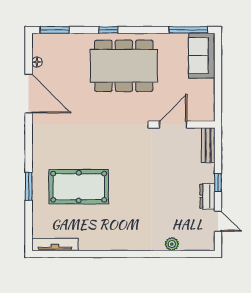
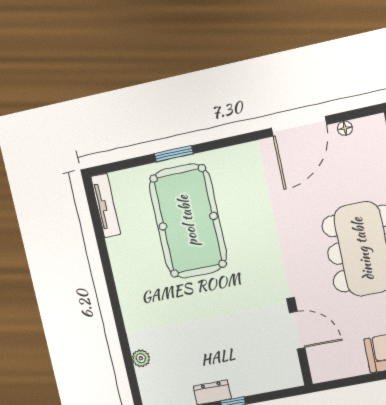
bench: (208, 145) -> (279, 381), removed
pool table: (79, 187) -> (188, 221), width x1.36, depth x1.32

